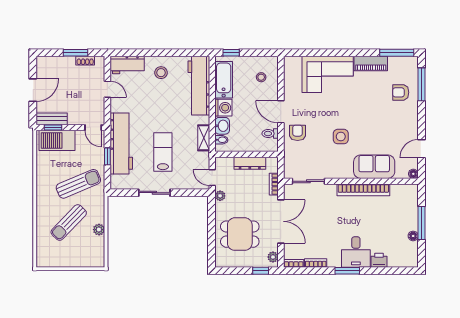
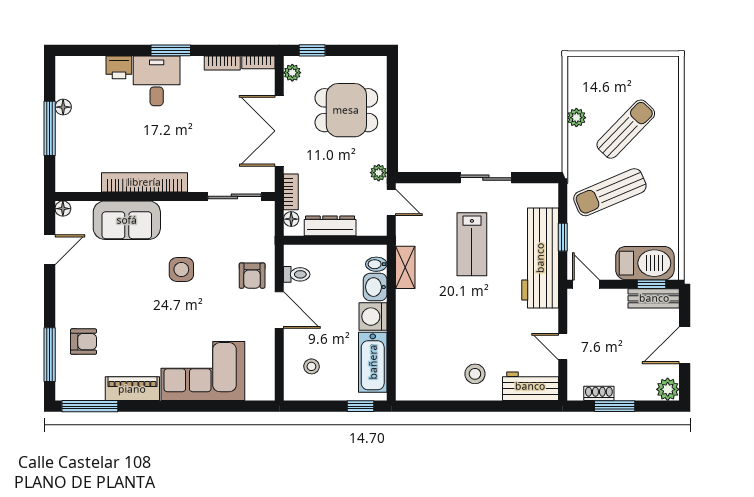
plant: (43, 63) -> (668, 389), added
workbench: (199, 86) -> (413, 353), removed
floor lamp: (274, 167) -> (291, 219), added

